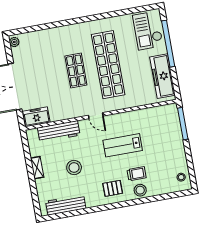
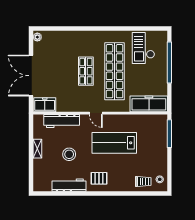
checkout: (148, 31) -> (143, 48), moved
freezer: (162, 76) -> (149, 104), moved, turned 90
lab bench: (123, 145) -> (114, 143), width x1.36, depth x1.39
trolley: (137, 174) -> (143, 182), moved
stool: (140, 190) -> (122, 184), removed
workbench: (66, 205) -> (69, 185), moved

